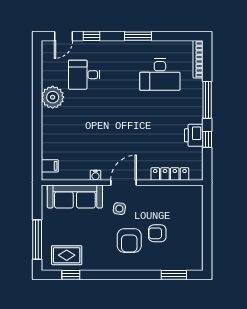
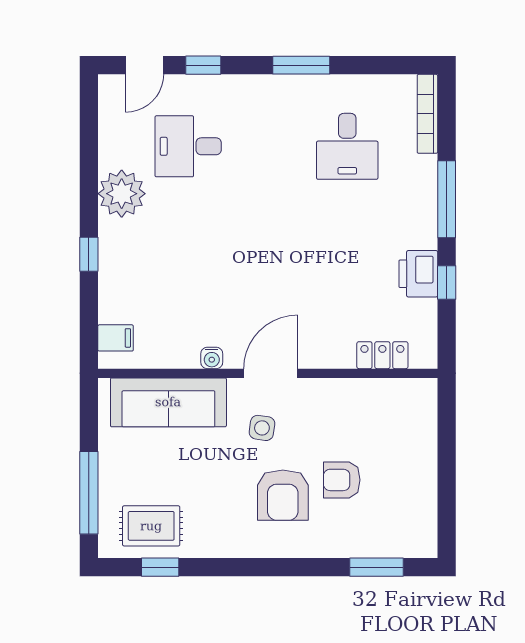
desk: (160, 75) -> (347, 146), width x0.73
window: (37, 126) -> (89, 254), added
locker: (170, 174) -> (382, 355), width x0.66

